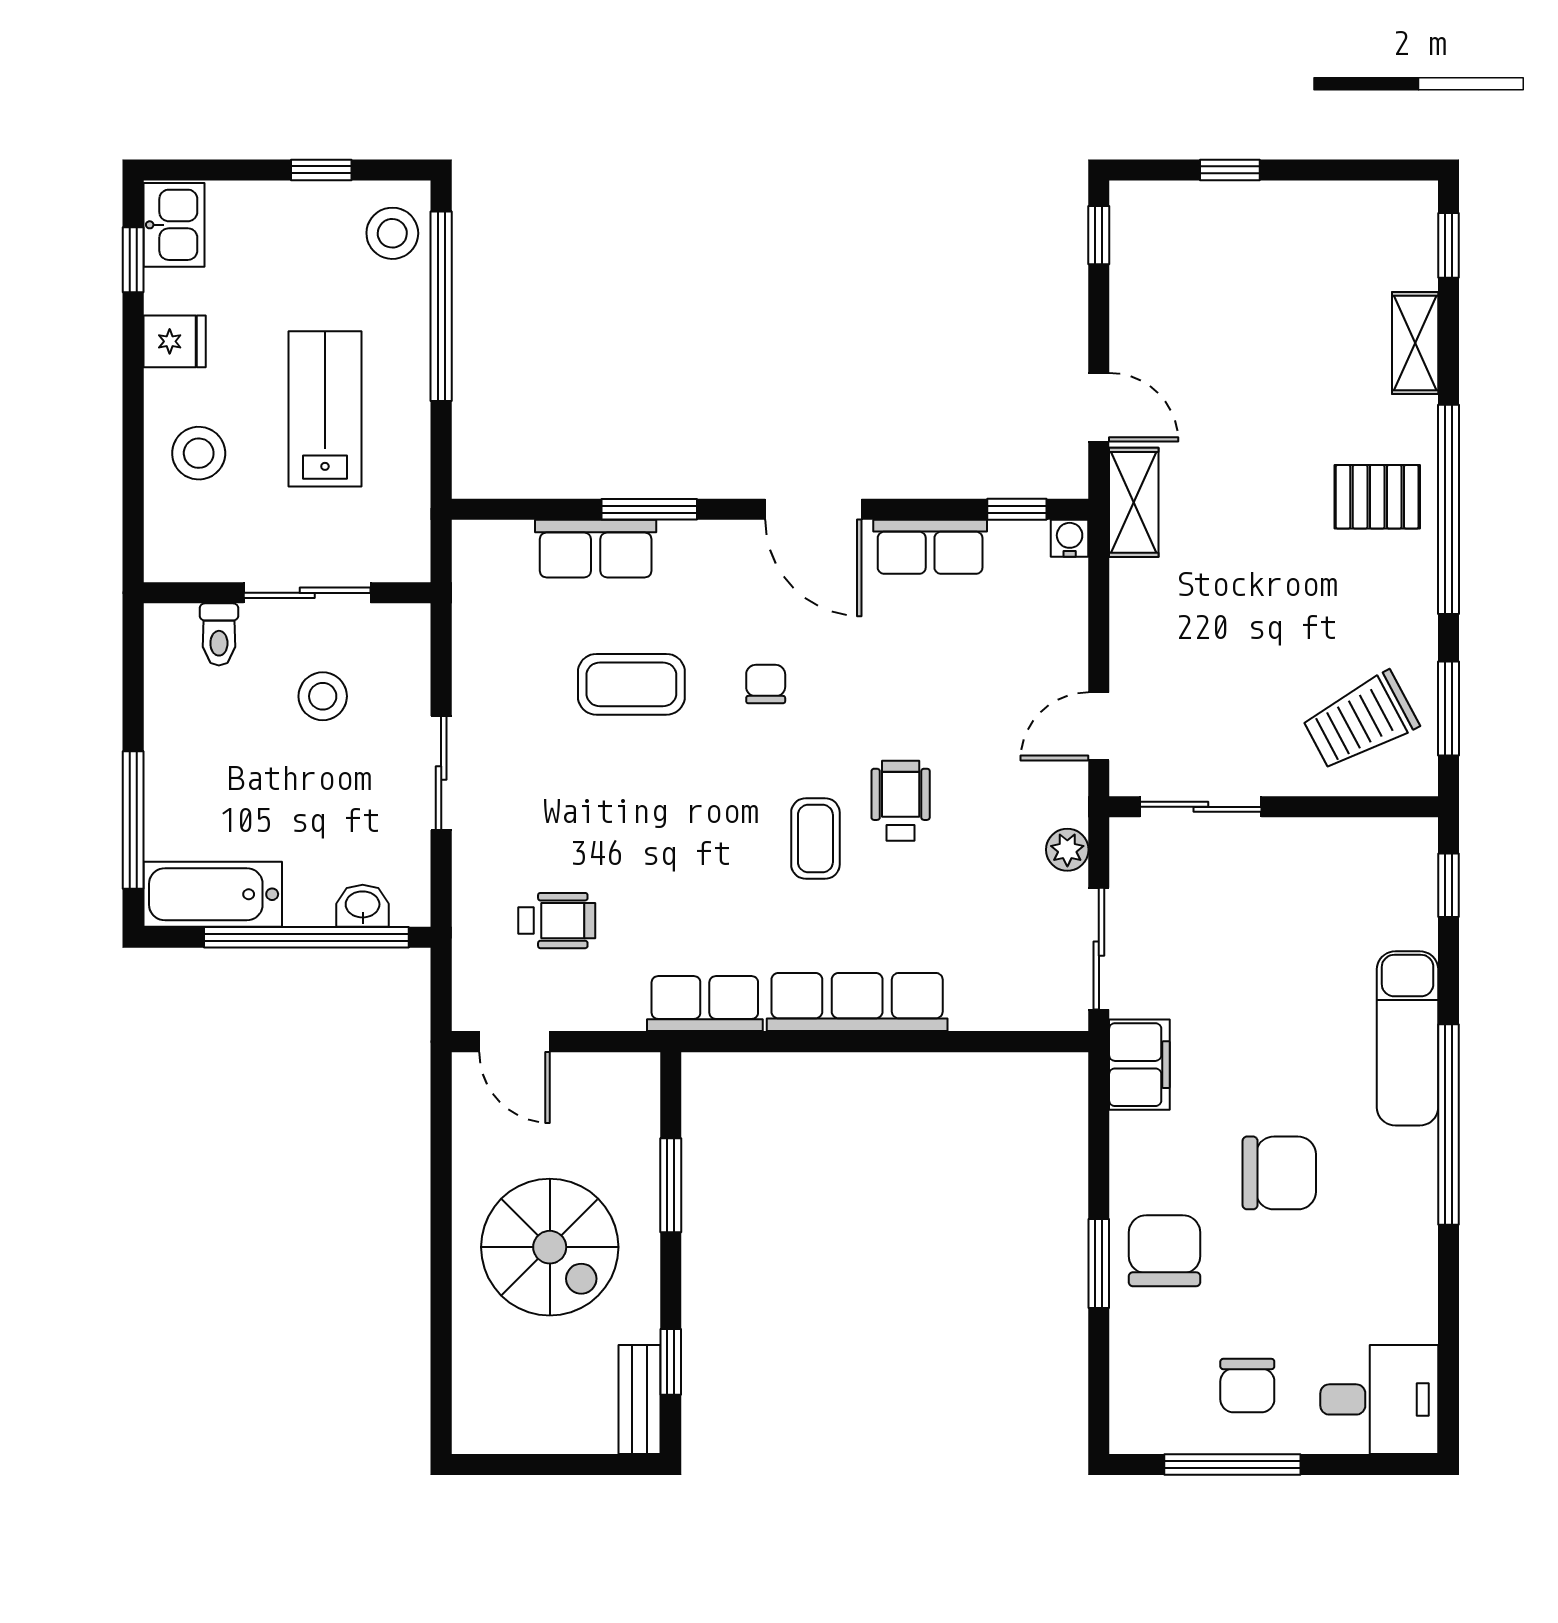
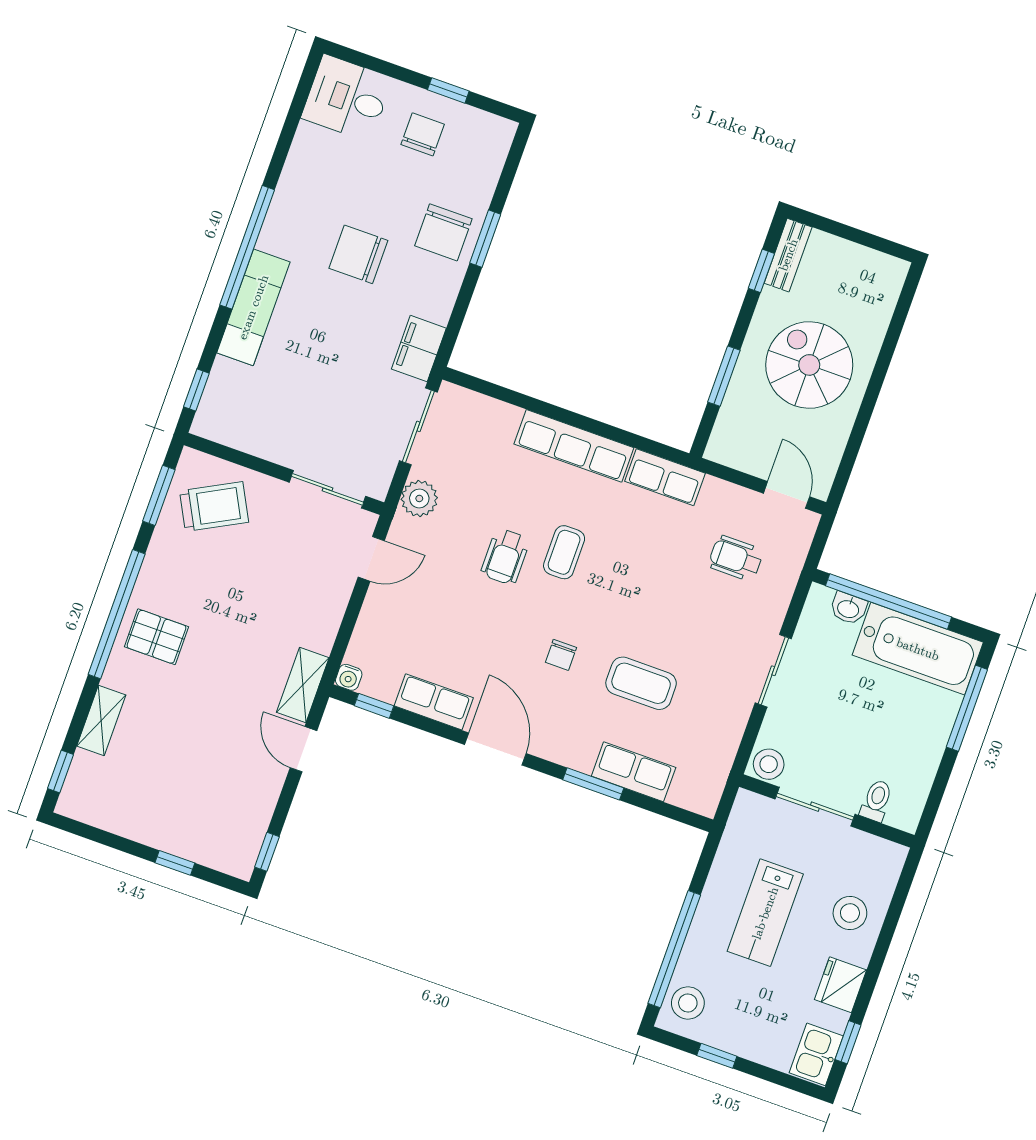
fridge: (175, 341) -> (841, 985), width x1.38
stool: (323, 696) -> (769, 764), moved
plant: (1067, 850) -> (419, 498), width x1.38, depth x1.38
bathtub: (213, 894) -> (918, 649), width x1.36, depth x1.36
window: (1232, 1464) -> (448, 90), width x0.46

